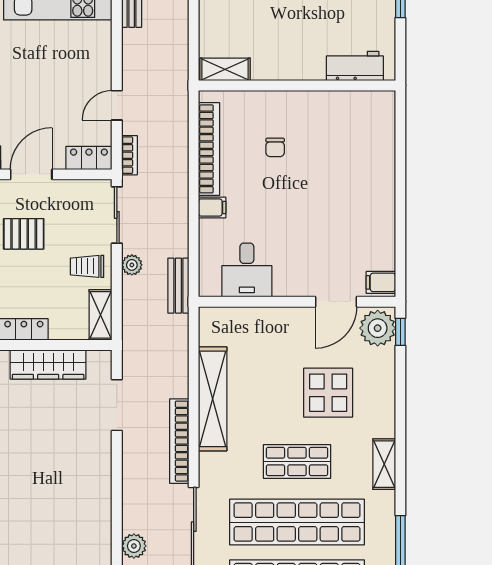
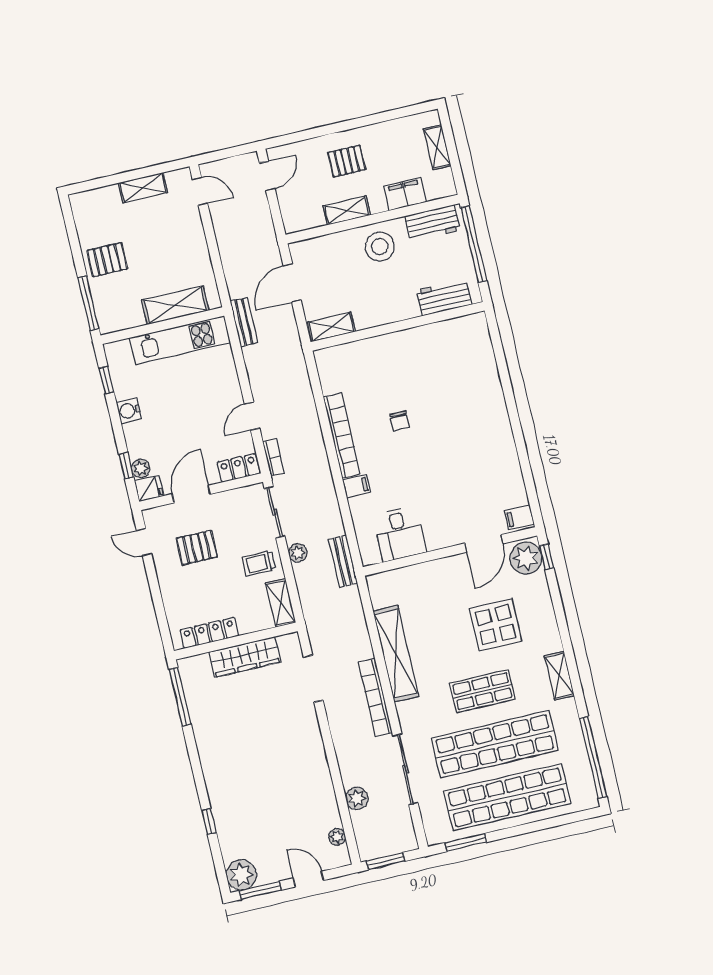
workbench: (355, 66) -> (444, 297), moved
shelving: (225, 69) -> (331, 327), moved
wall: (297, 85) -> (398, 326), moved

